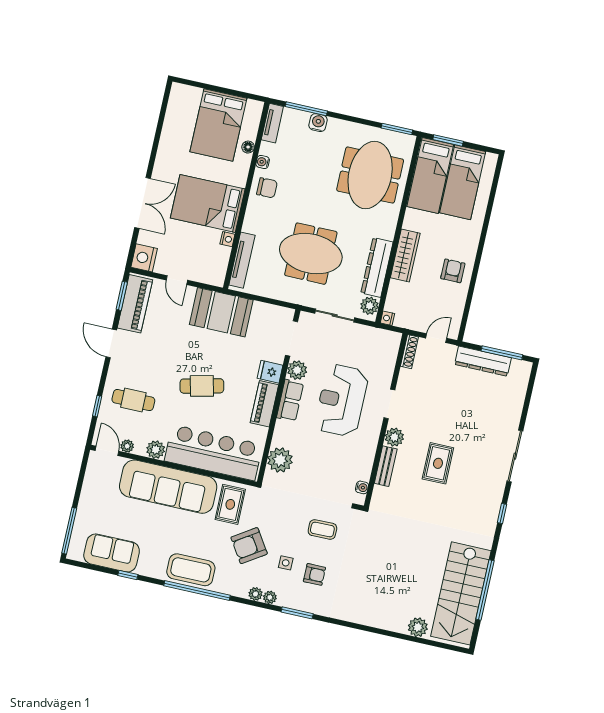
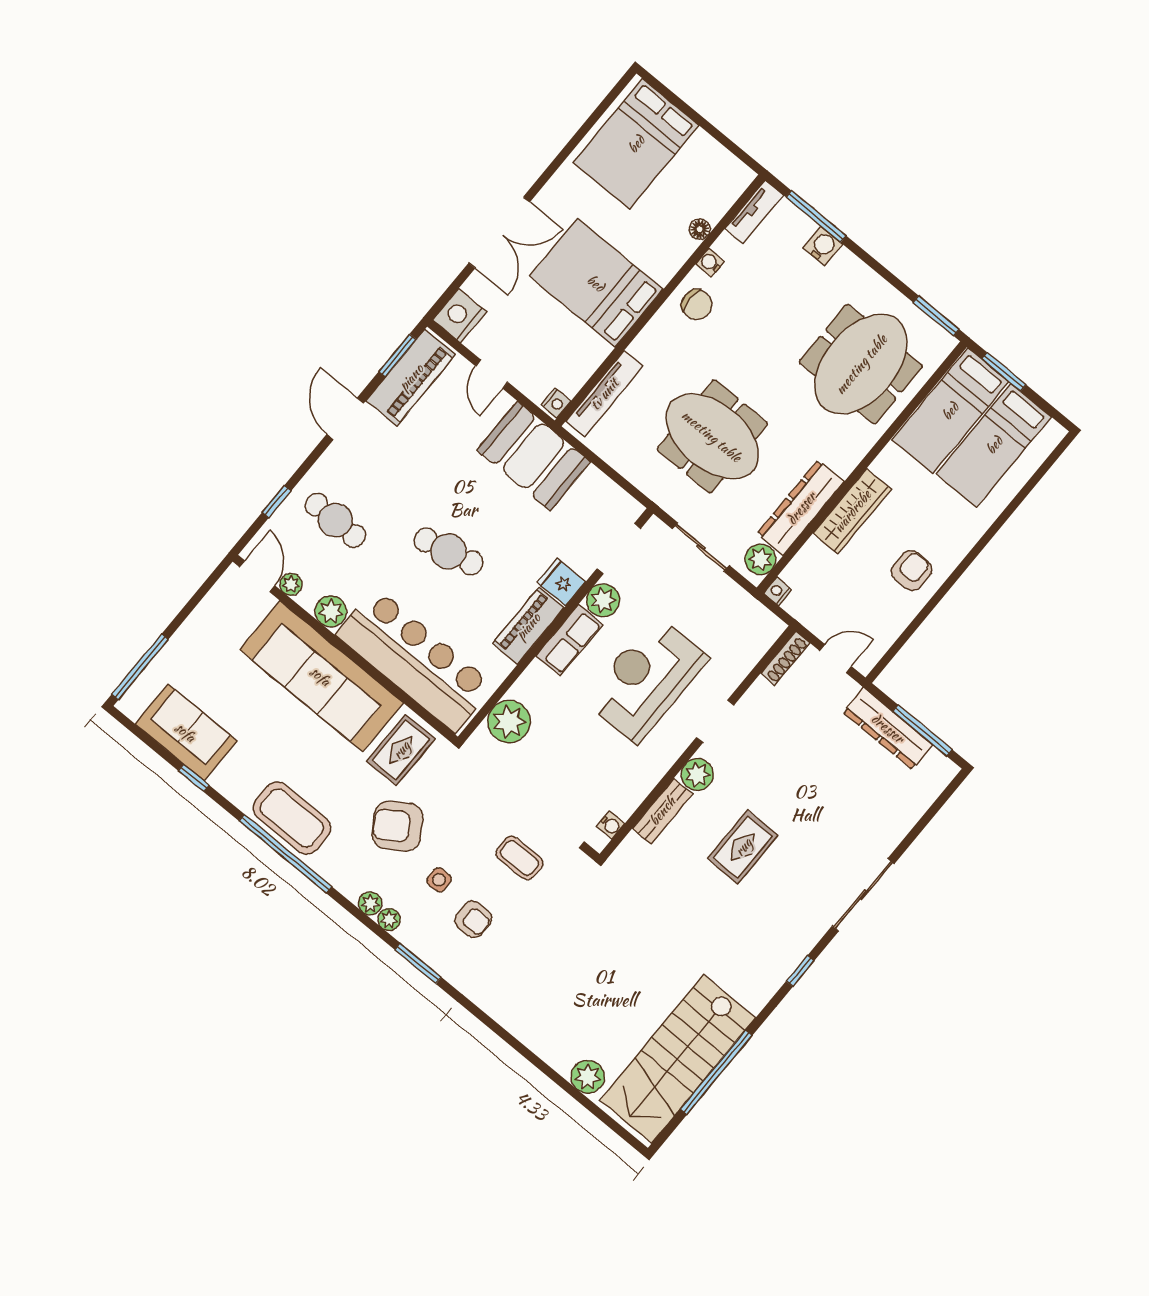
bed: (218, 125) -> (636, 144), moved
nightstand: (227, 239) -> (556, 403), moved

